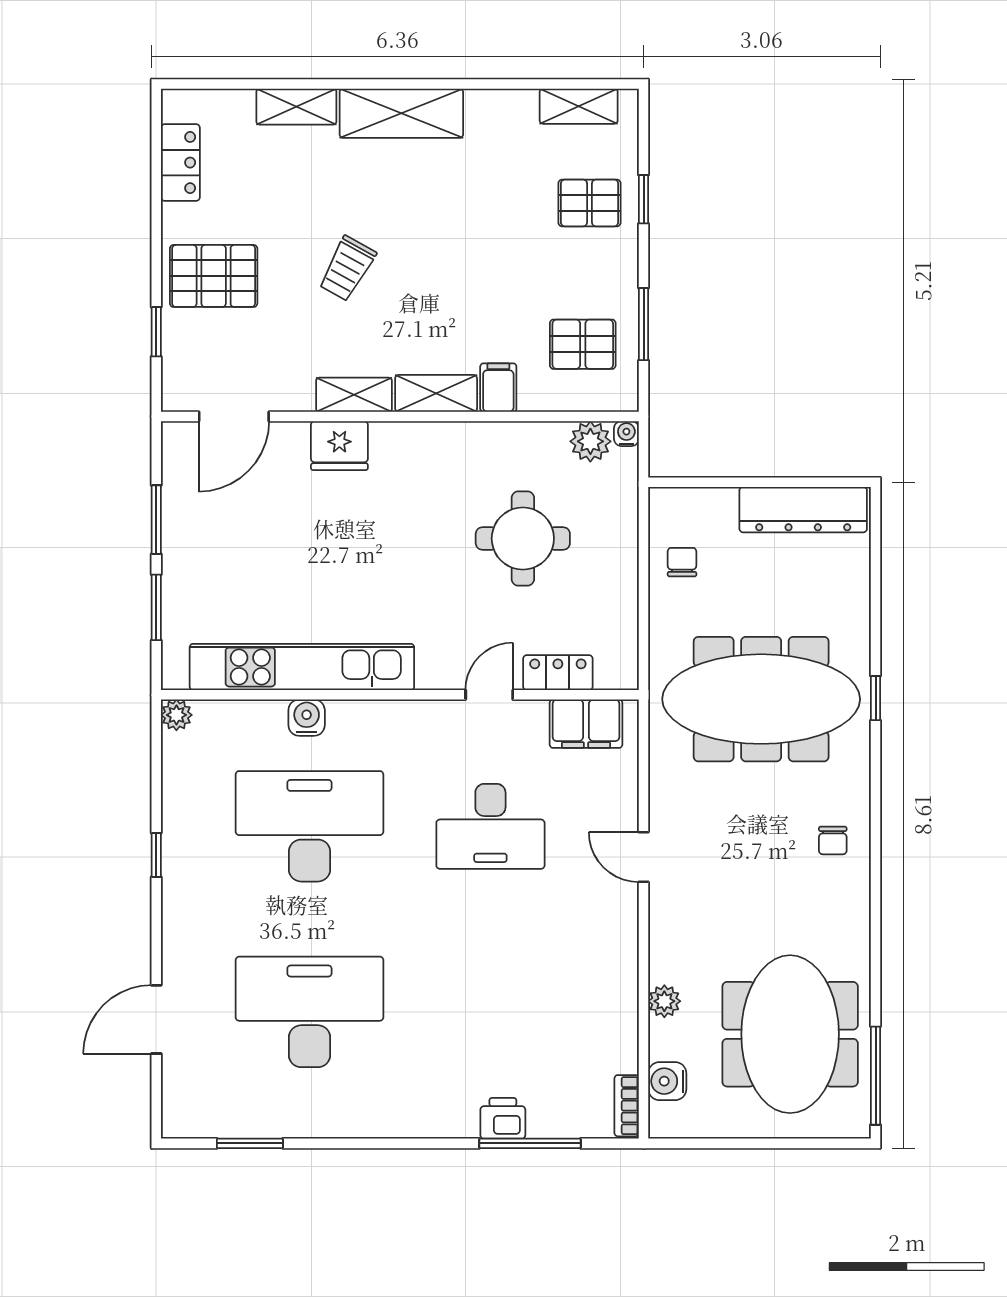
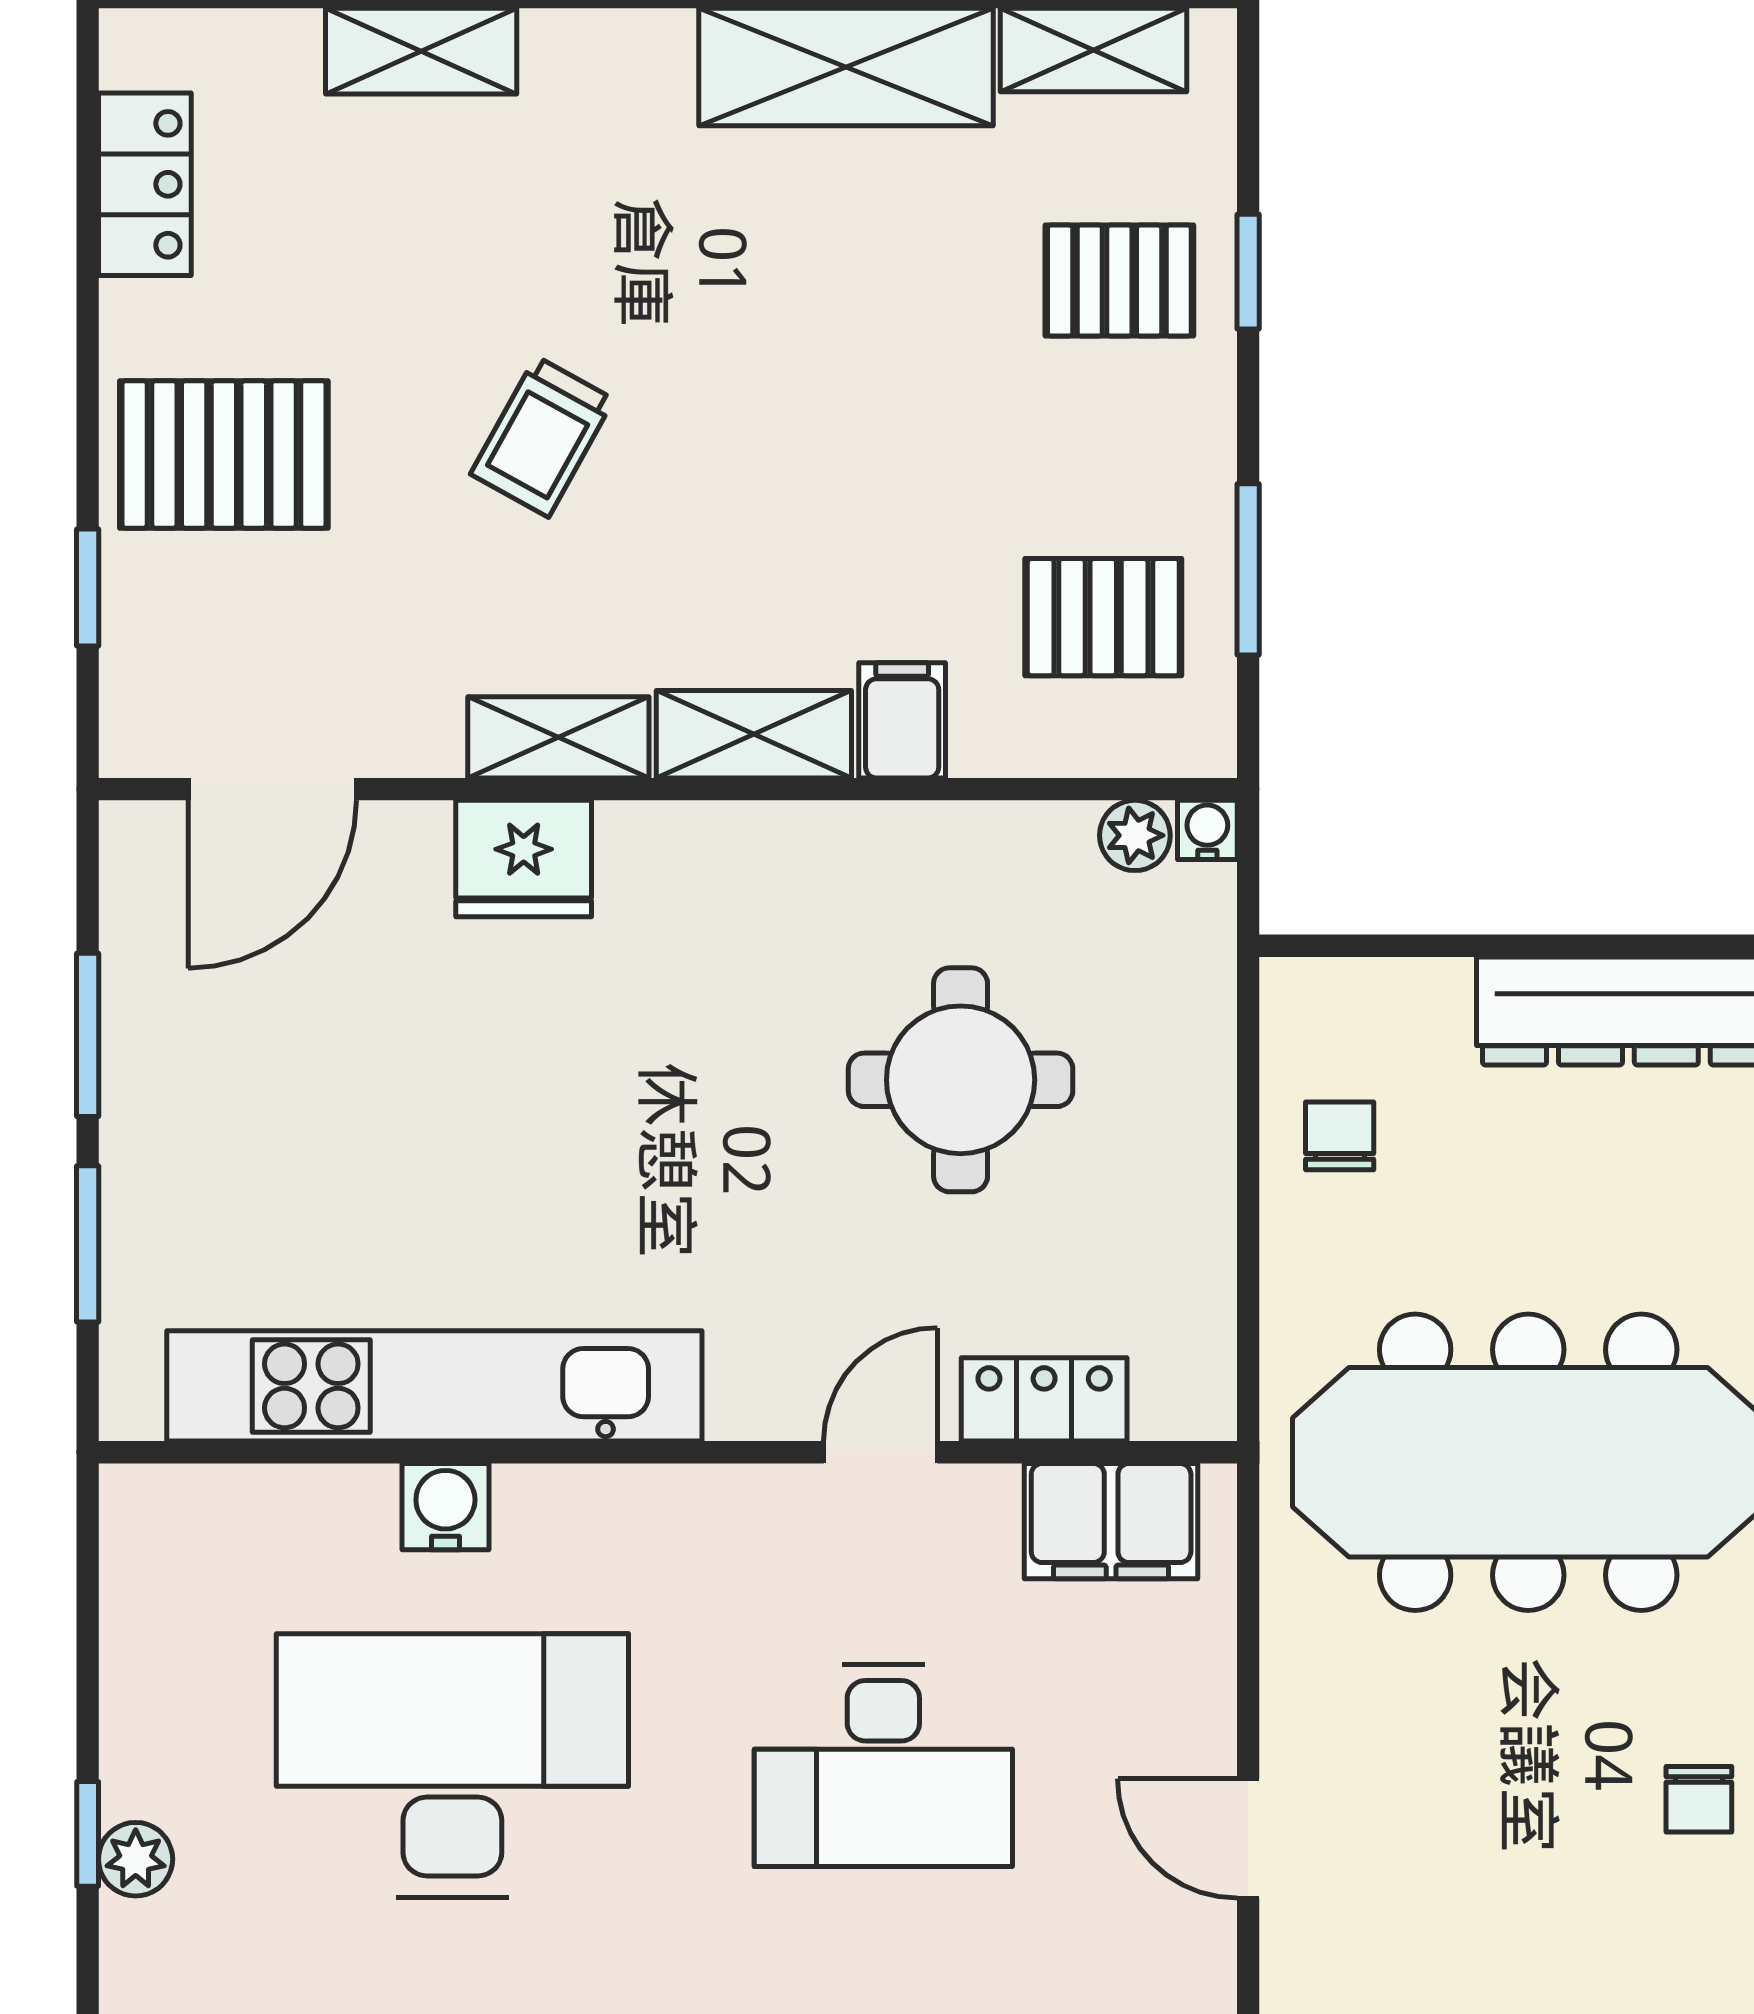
shelving: (401, 113) -> (846, 67), moved
plant: (590, 441) -> (1135, 835), width x0.73, depth x0.73
plant: (176, 715) -> (136, 1859), moved

